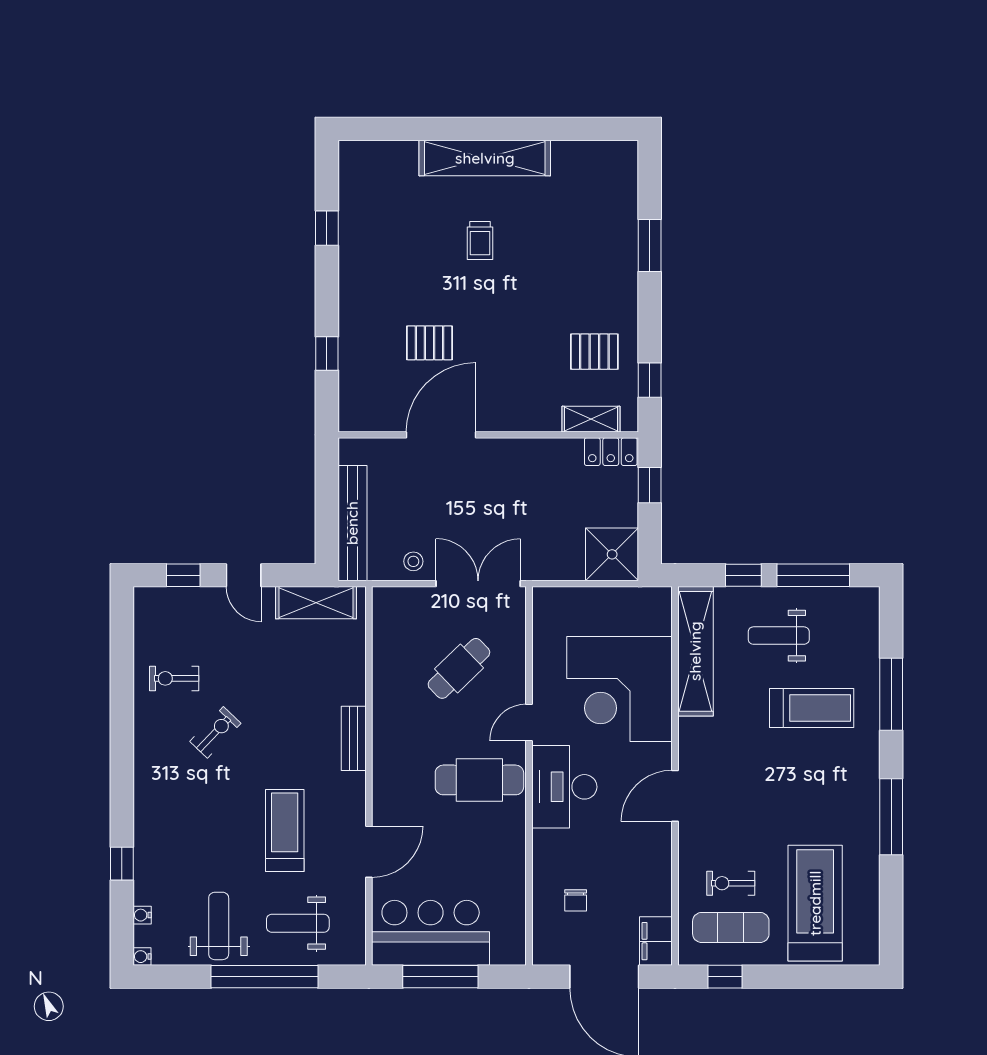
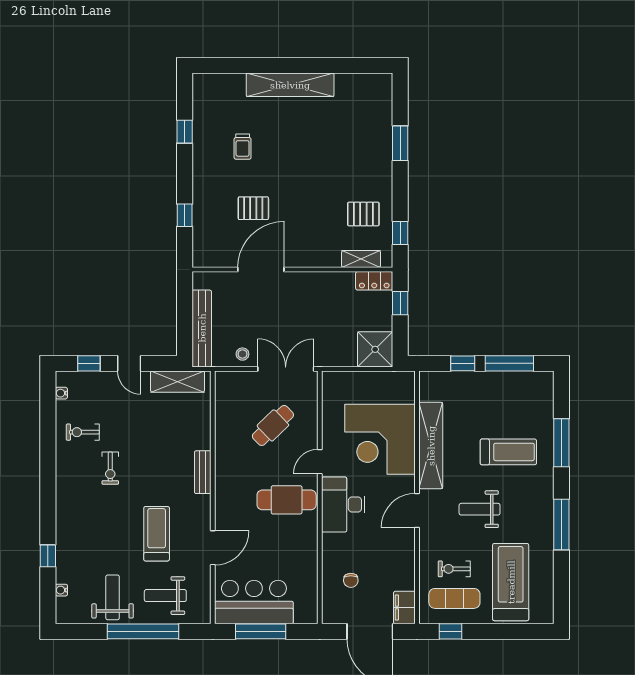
trolley: (480, 240) -> (243, 147), moved
weight bench: (779, 636) -> (480, 509), moved
shelving: (695, 651) -> (431, 446), moved
exercise bike: (215, 732) -> (110, 468), turned 136
water cooler: (142, 957) -> (61, 393), moved

